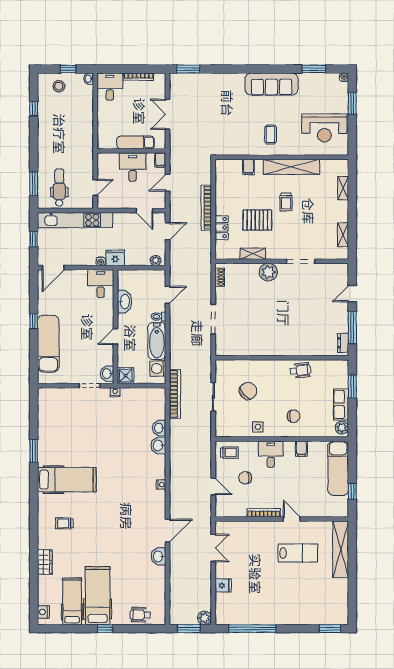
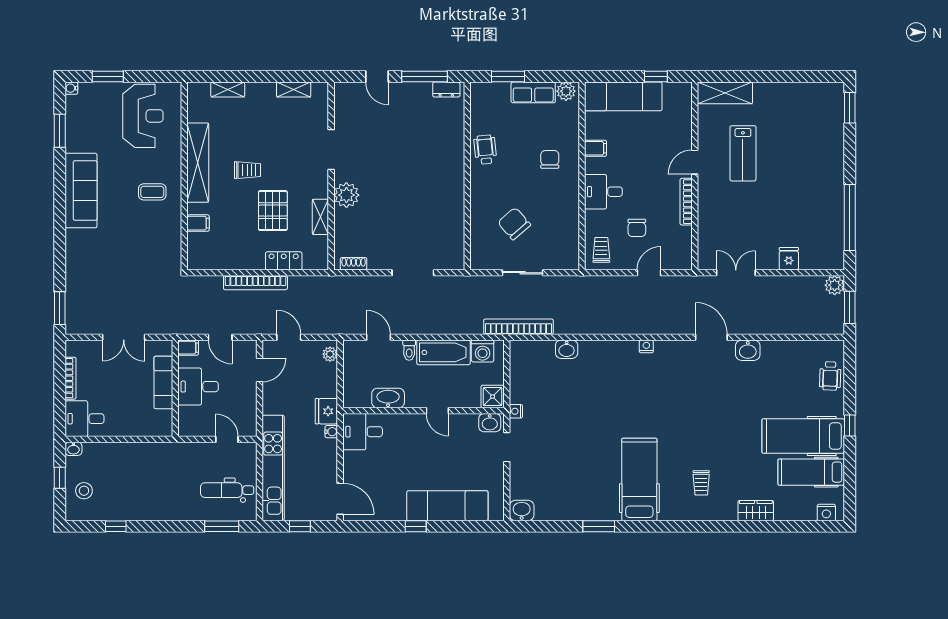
side table: (258, 427) -> (565, 210), removed
washbasin: (158, 446) -> (522, 510), moved, turned 180
shelving: (341, 549) -> (725, 93), width x0.68
lab bench: (298, 553) -> (743, 153), turned 180

